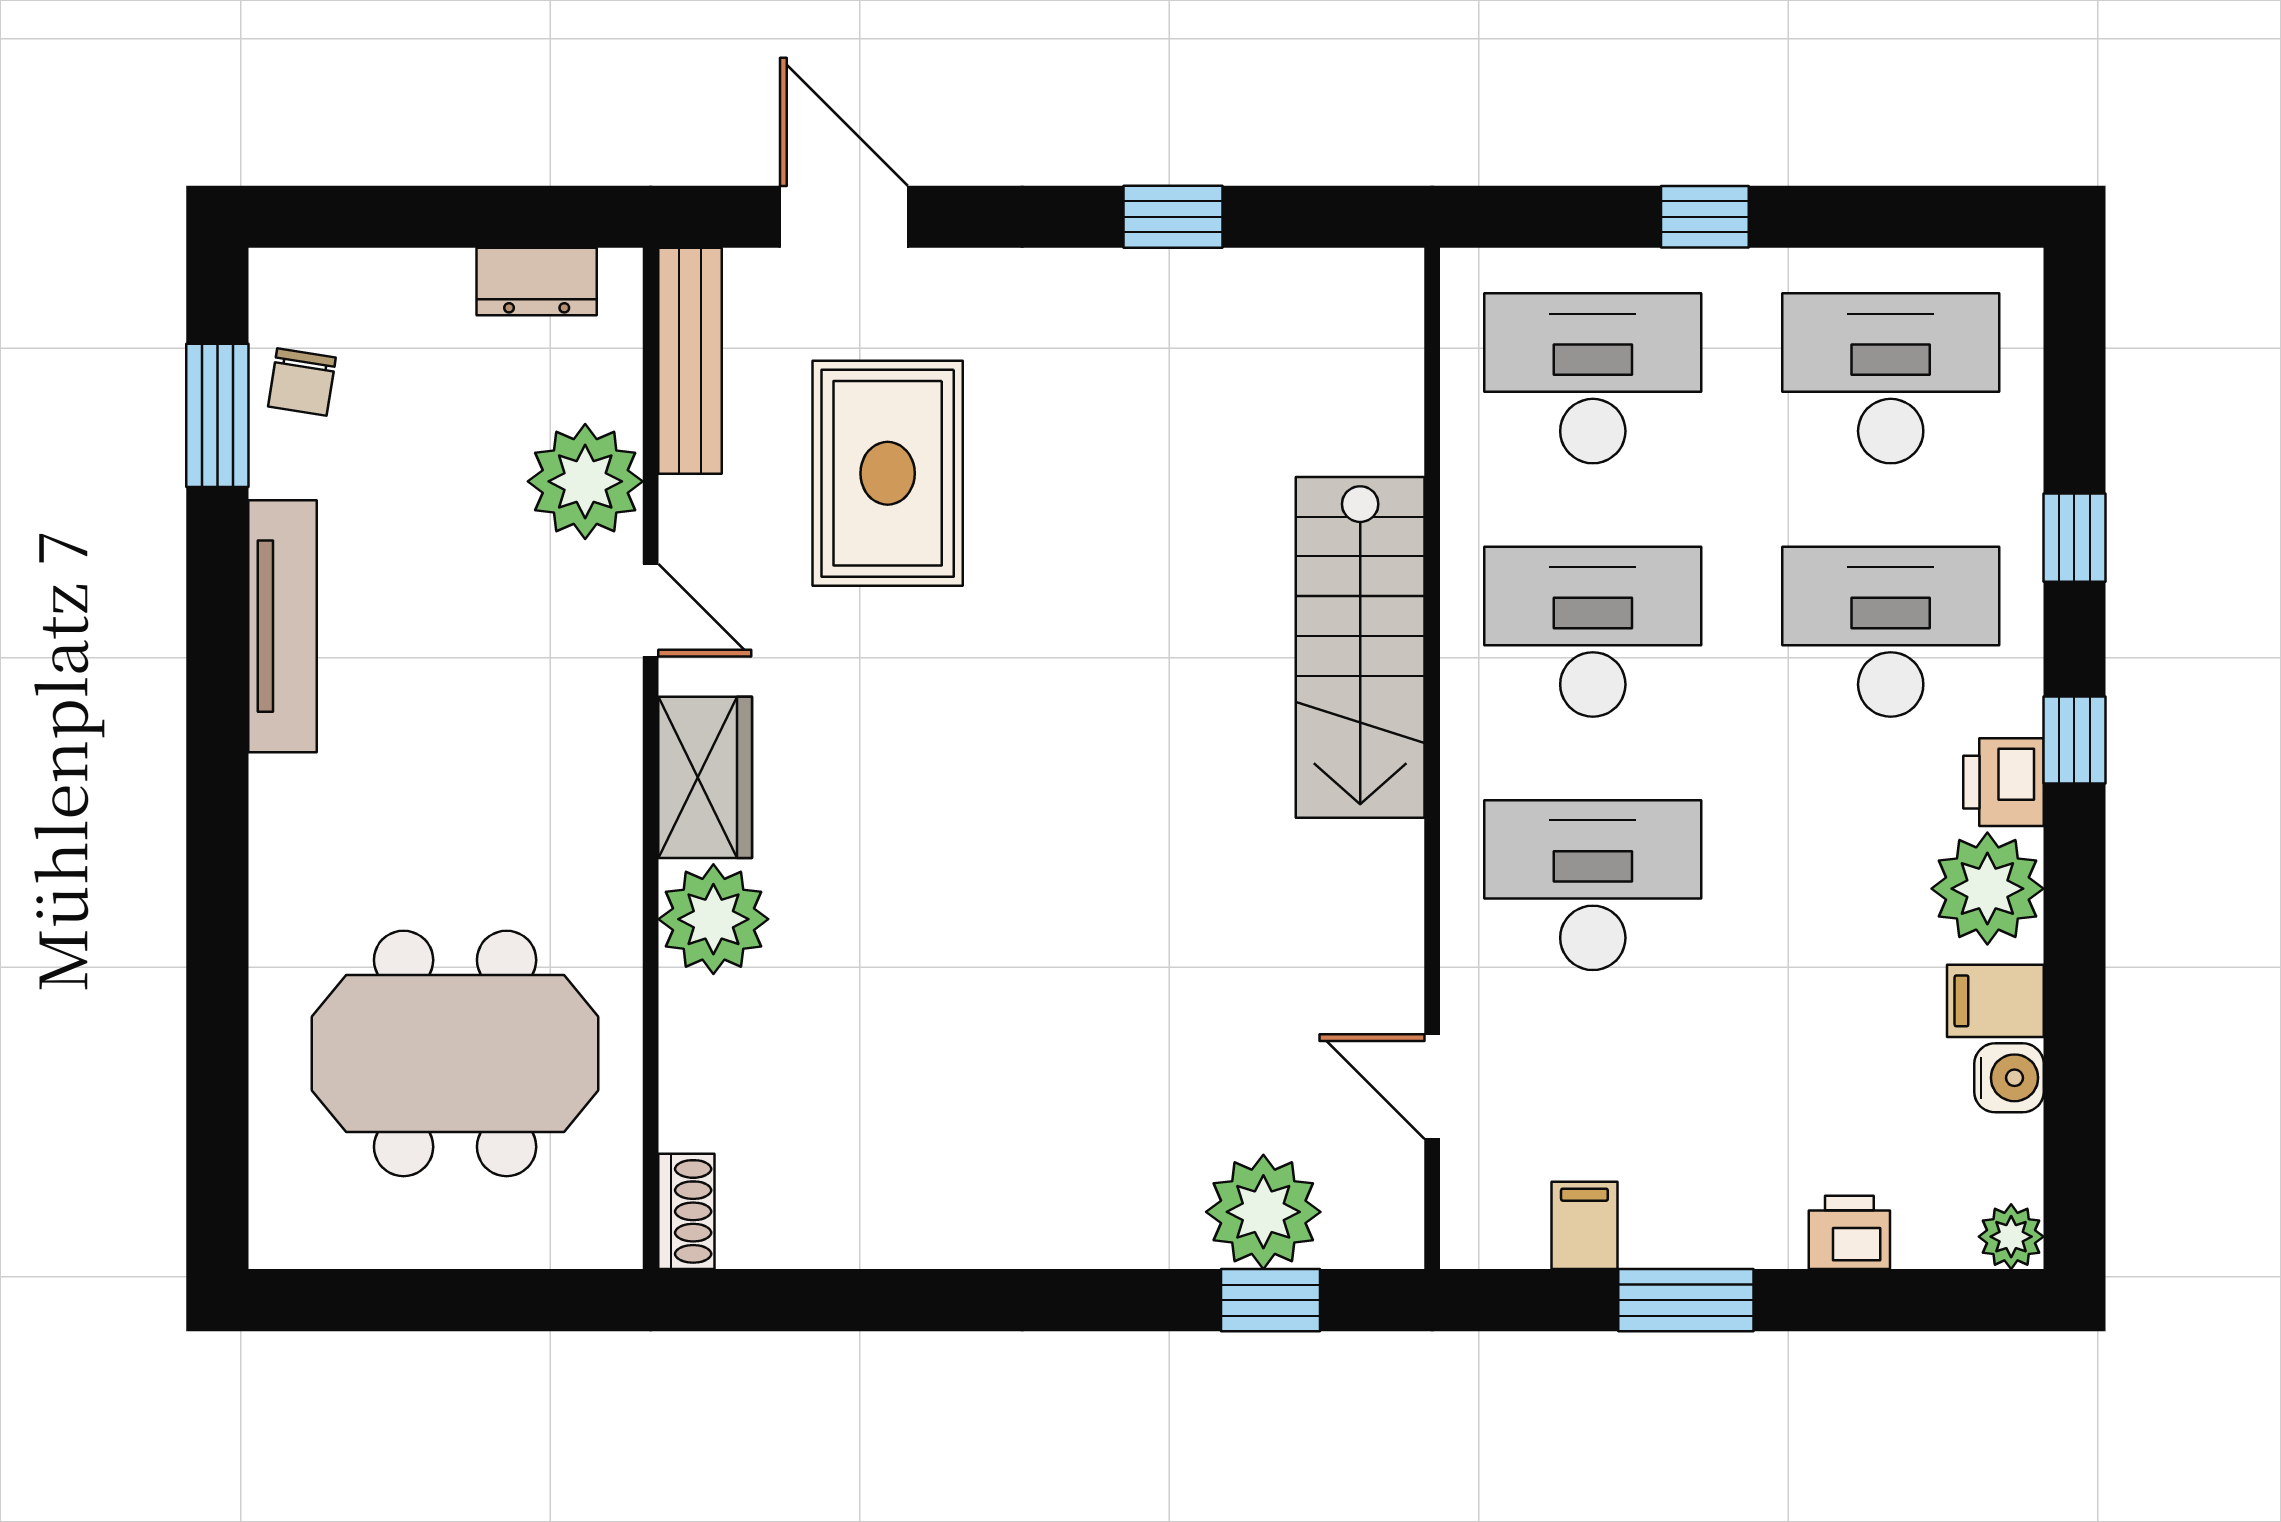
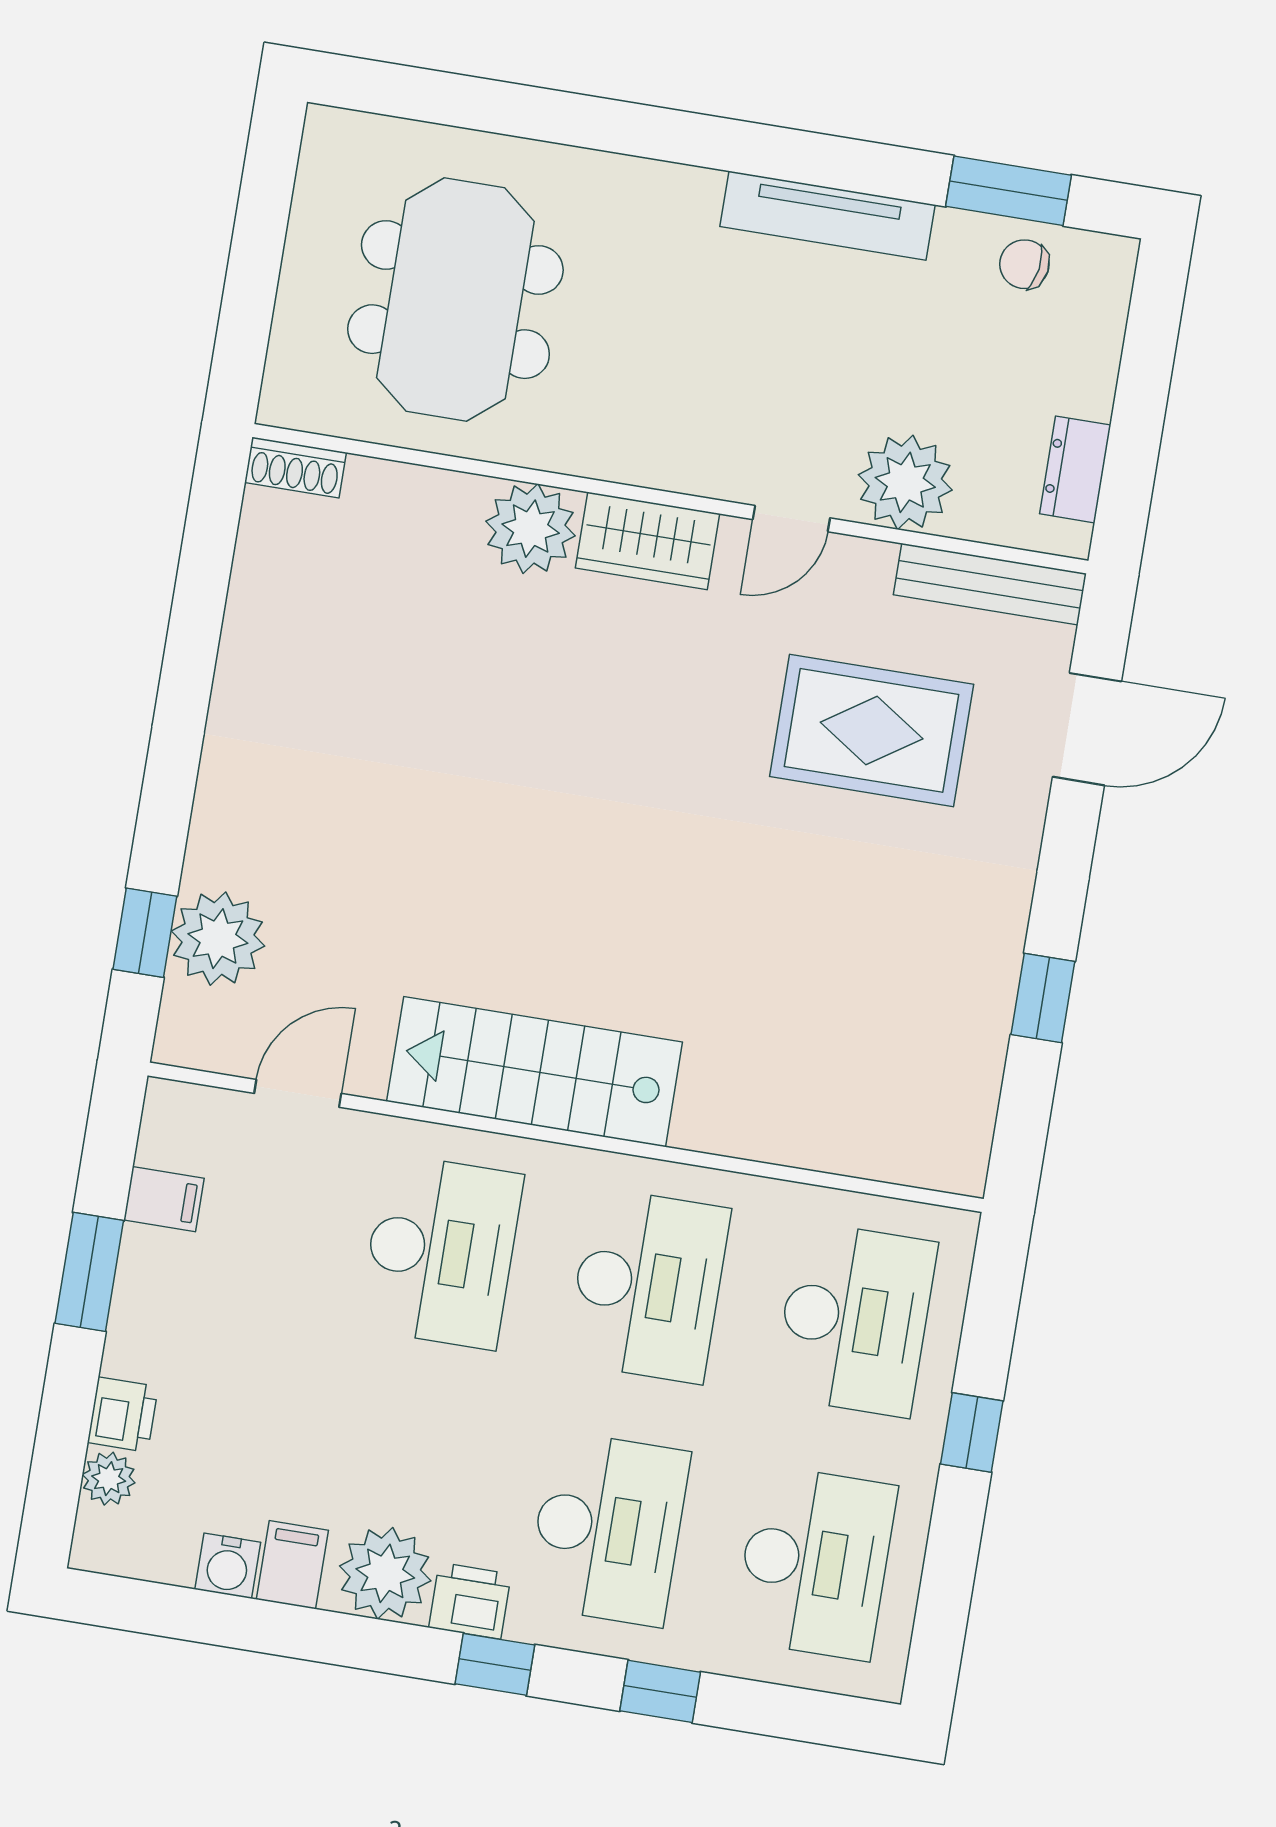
stairs: (1360, 647) -> (535, 1072), moved
plant: (2011, 1237) -> (109, 1479), moved

